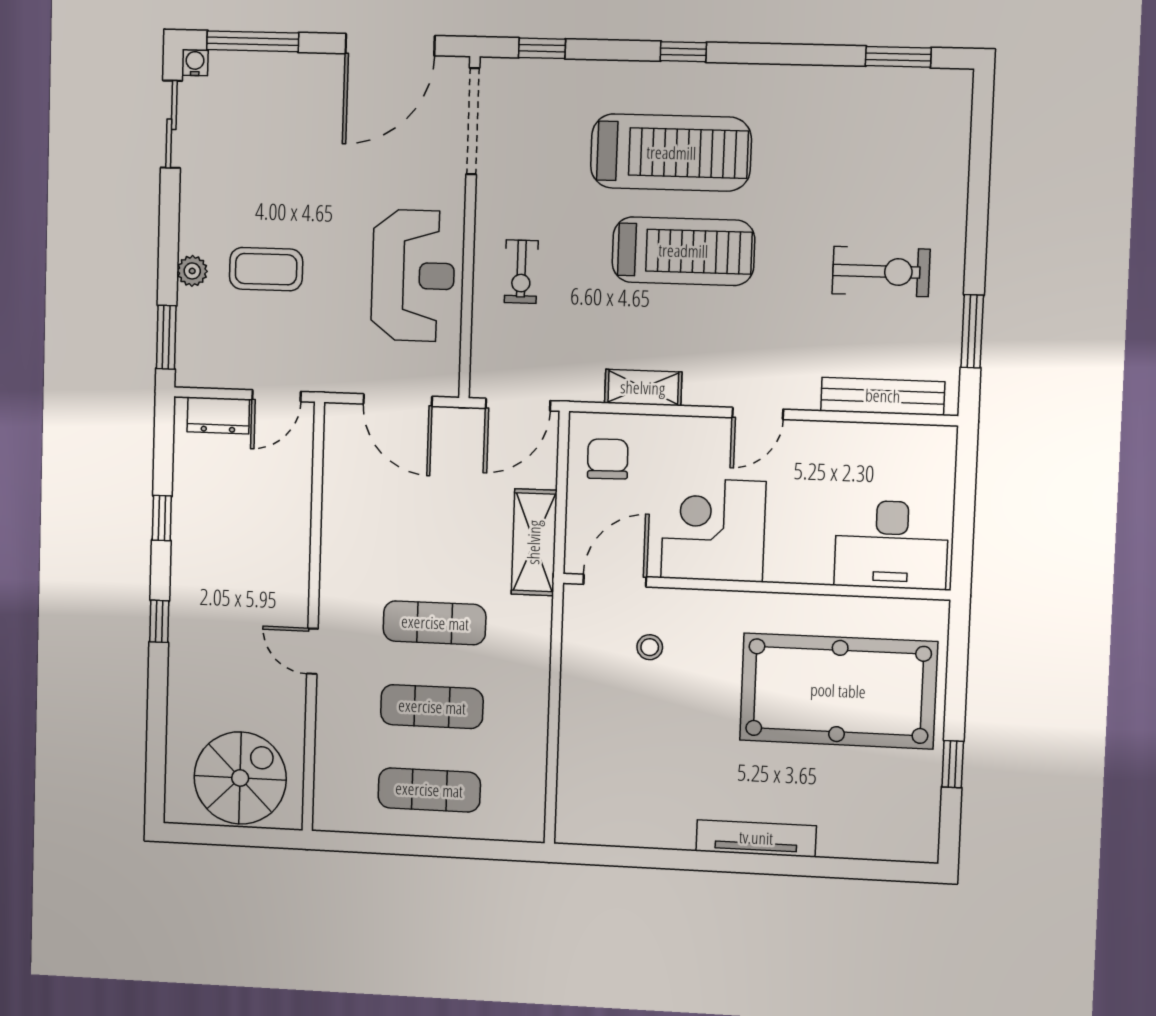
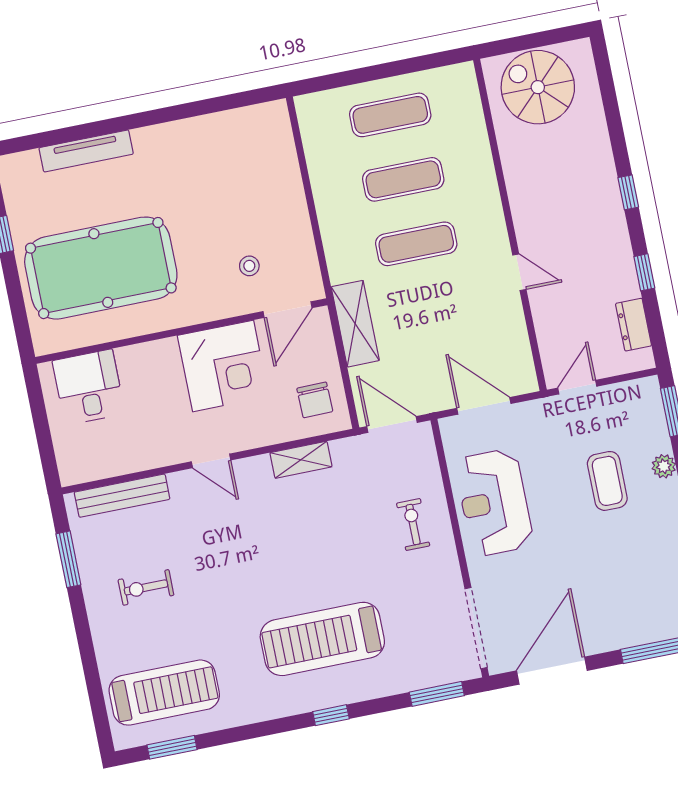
window: (542, 48) -> (437, 694), width x1.50
treadmill: (683, 251) -> (164, 693), moved, turned 180
coffee table: (266, 269) -> (607, 481), turned 90
exercise bike: (881, 271) -> (146, 587), width x0.73, depth x0.72
door: (518, 405) -> (392, 424), hinge flipped
door: (758, 413) -> (211, 461), swing flipped
dresser: (218, 416) -> (634, 325), moved, turned -90
desk: (891, 545) -> (89, 387), width x0.73
door: (312, 651) -> (519, 272), moved
spiral stairs: (240, 778) -> (538, 87), turned 90
tv unit: (756, 838) -> (86, 151), moved

